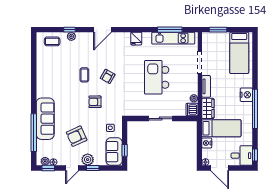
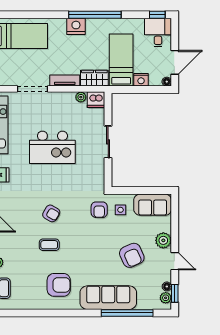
armchair: (55, 82) -> (59, 285), added
armchair: (95, 102) -> (99, 210), moved
window: (125, 150) -> (151, 190), removed
window: (93, 168) -> (175, 233), removed

